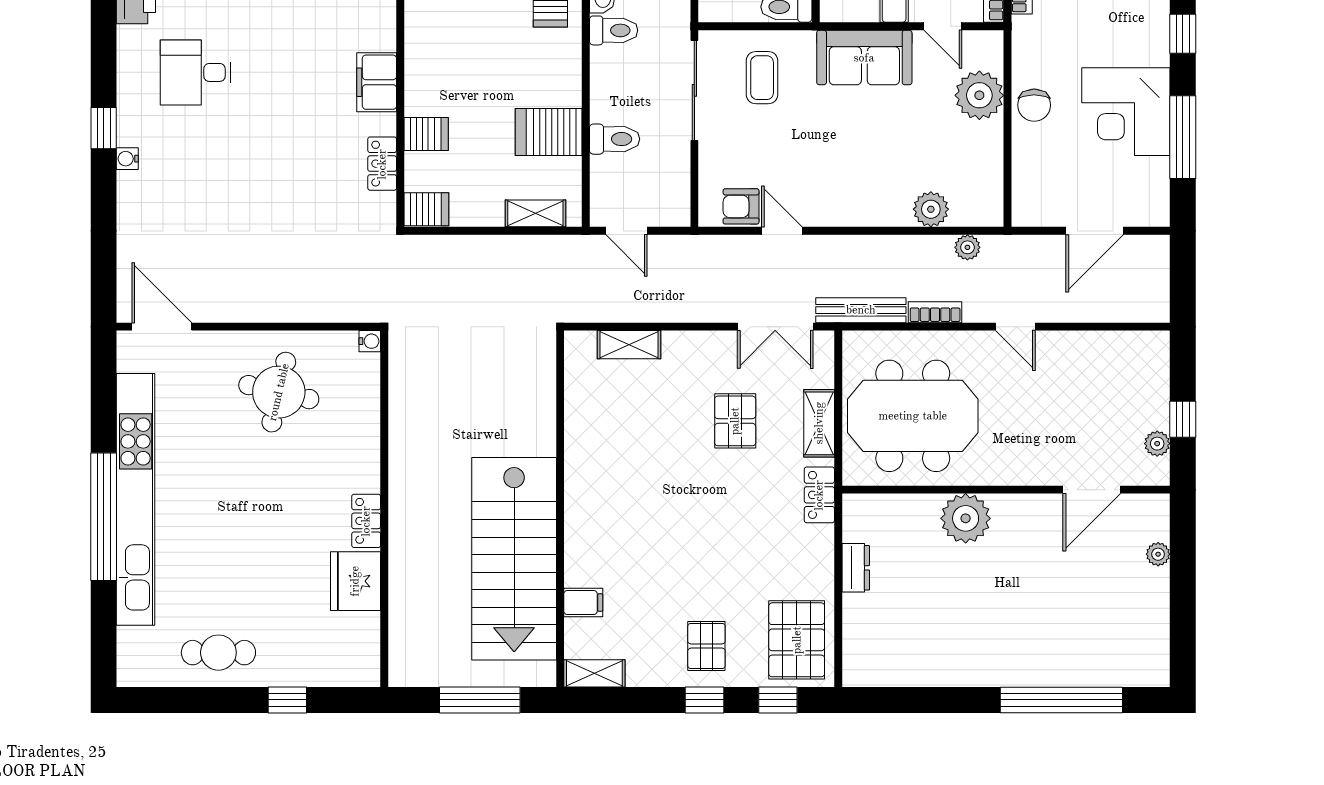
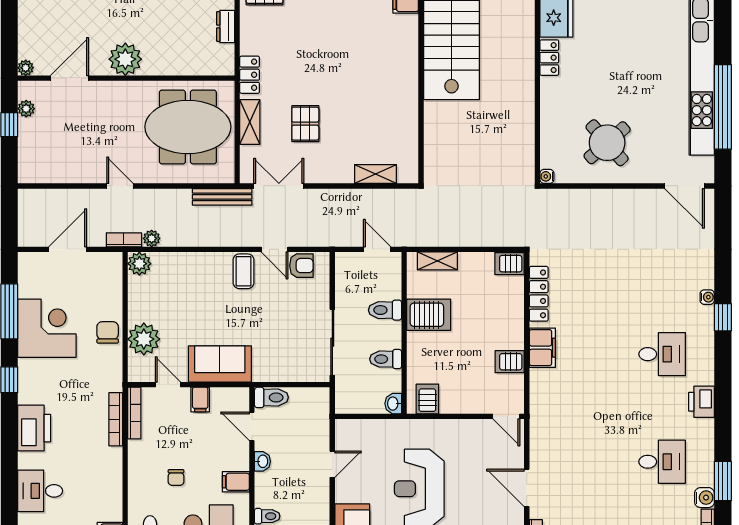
toilet: (614, 30) -> (386, 359), moved
coffee table: (762, 78) -> (244, 271), moved
server rack: (426, 134) -> (510, 362), moved
locker: (382, 164) -> (539, 294), width x1.53
plant: (931, 209) -> (139, 264), moved
bookcase: (935, 312) -> (124, 240), moved, turned 180
round table: (279, 392) -> (607, 143), turned 36
window: (104, 517) -> (723, 107), moved
plant: (966, 518) -> (125, 59), moved
plant: (1158, 554) -> (26, 68), moved

